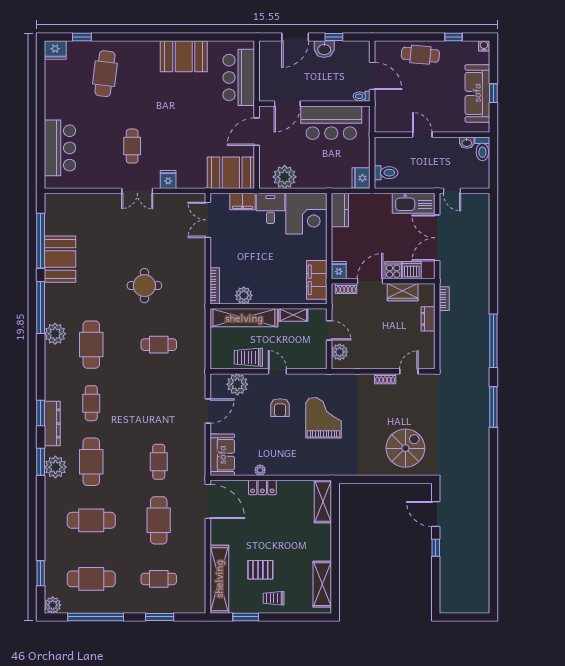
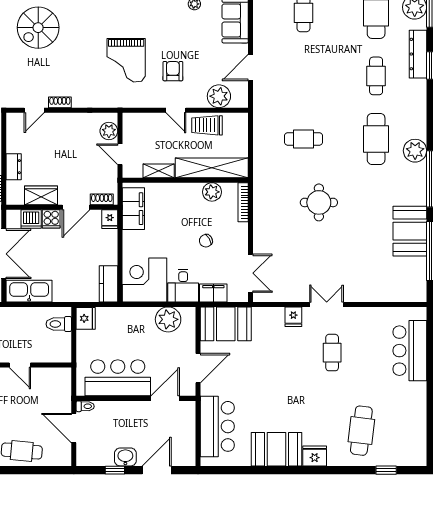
fridge: (55, 50) -> (315, 456), moved
chair: (249, 250) -> (206, 241), added
trolley: (248, 357) -> (207, 125), turned 180

